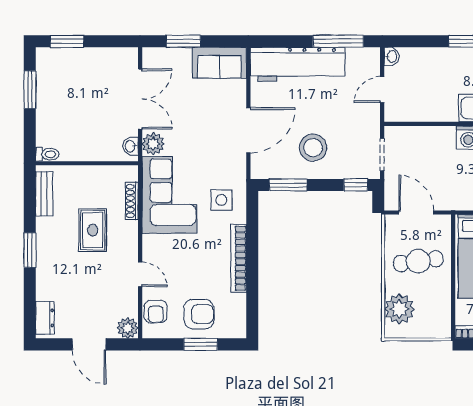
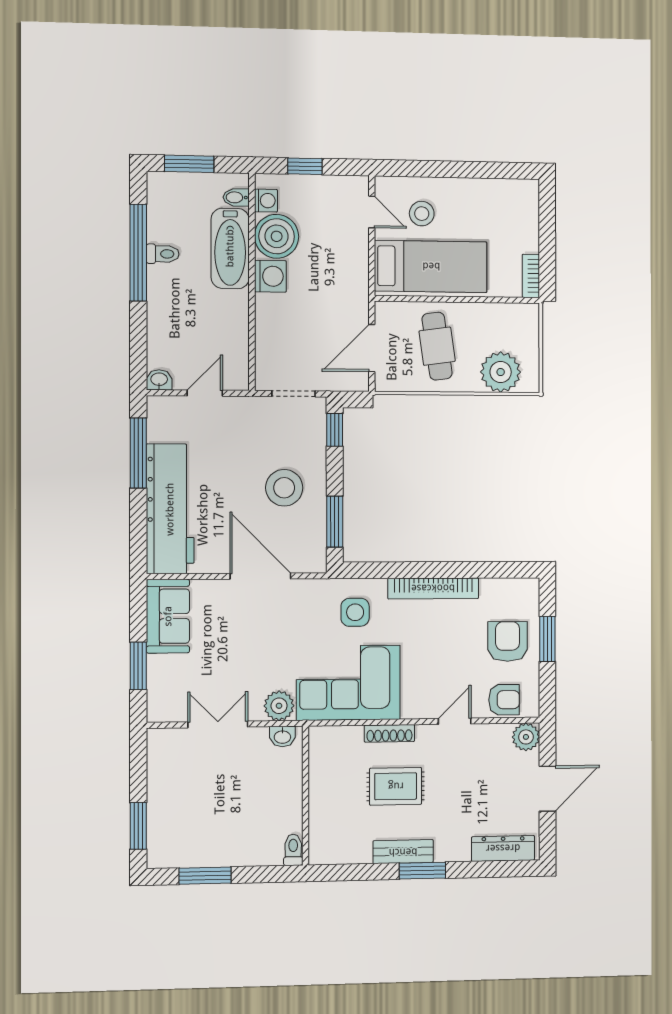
door: (382, 90) -> (205, 393), swing flipped
double door: (140, 99) -> (218, 724), width x0.73
bench: (44, 194) -> (403, 852), moved
shoe rack: (132, 201) -> (389, 733), moved
dresser: (45, 318) -> (503, 848), width x1.44

